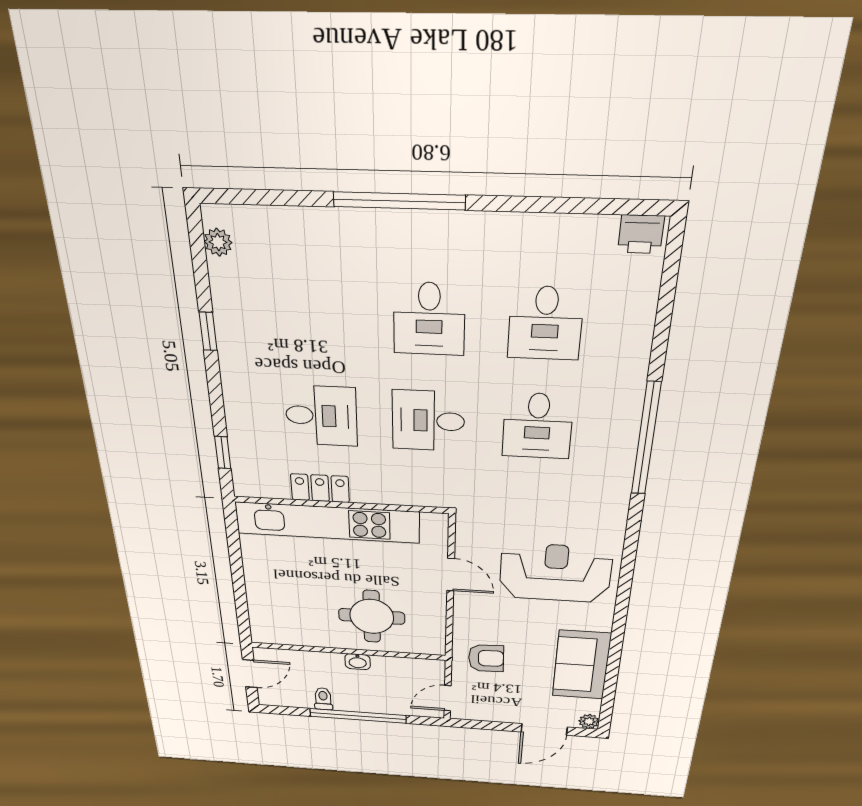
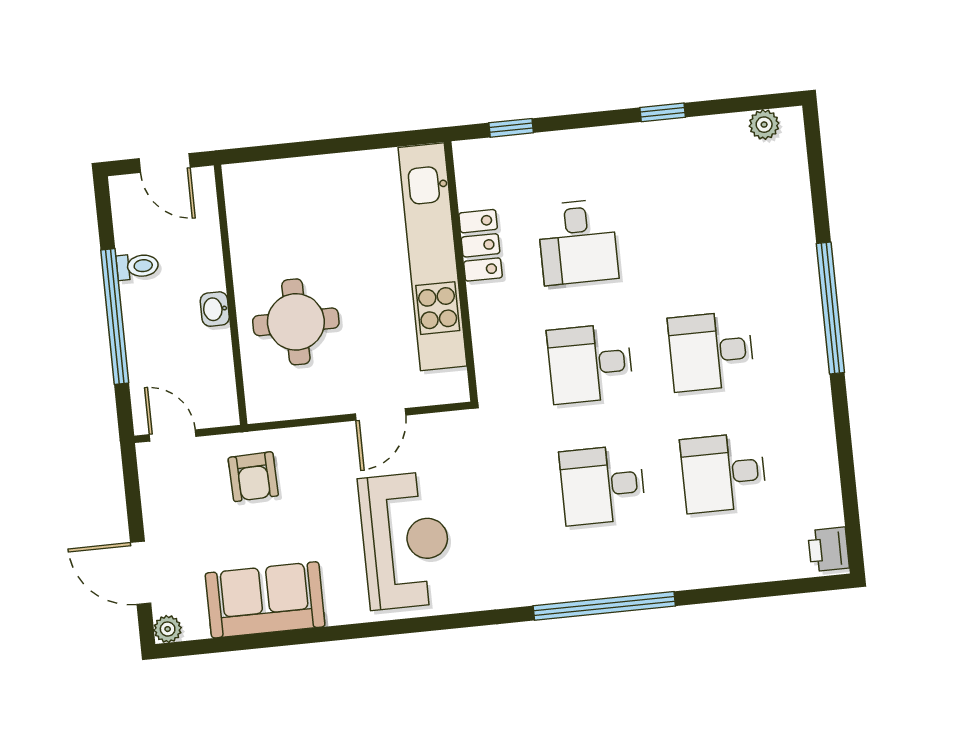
desk: (428, 421) -> (590, 364), turned -90

